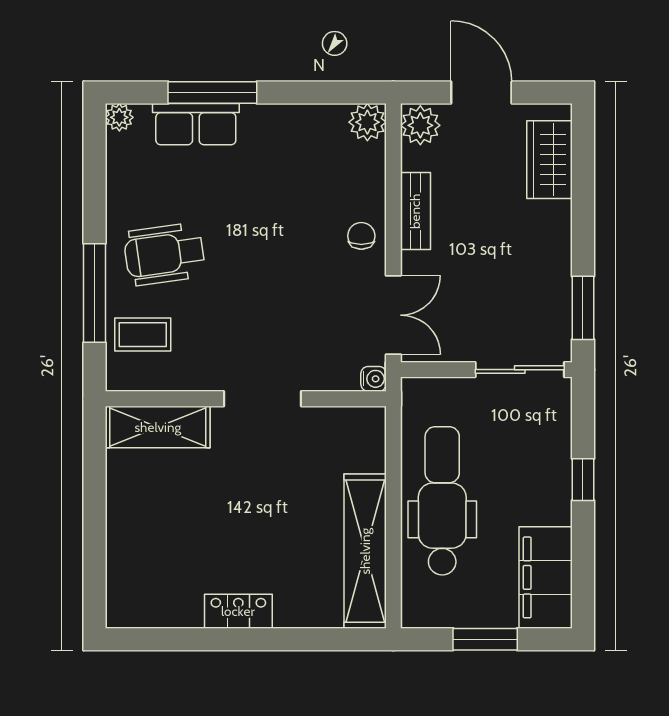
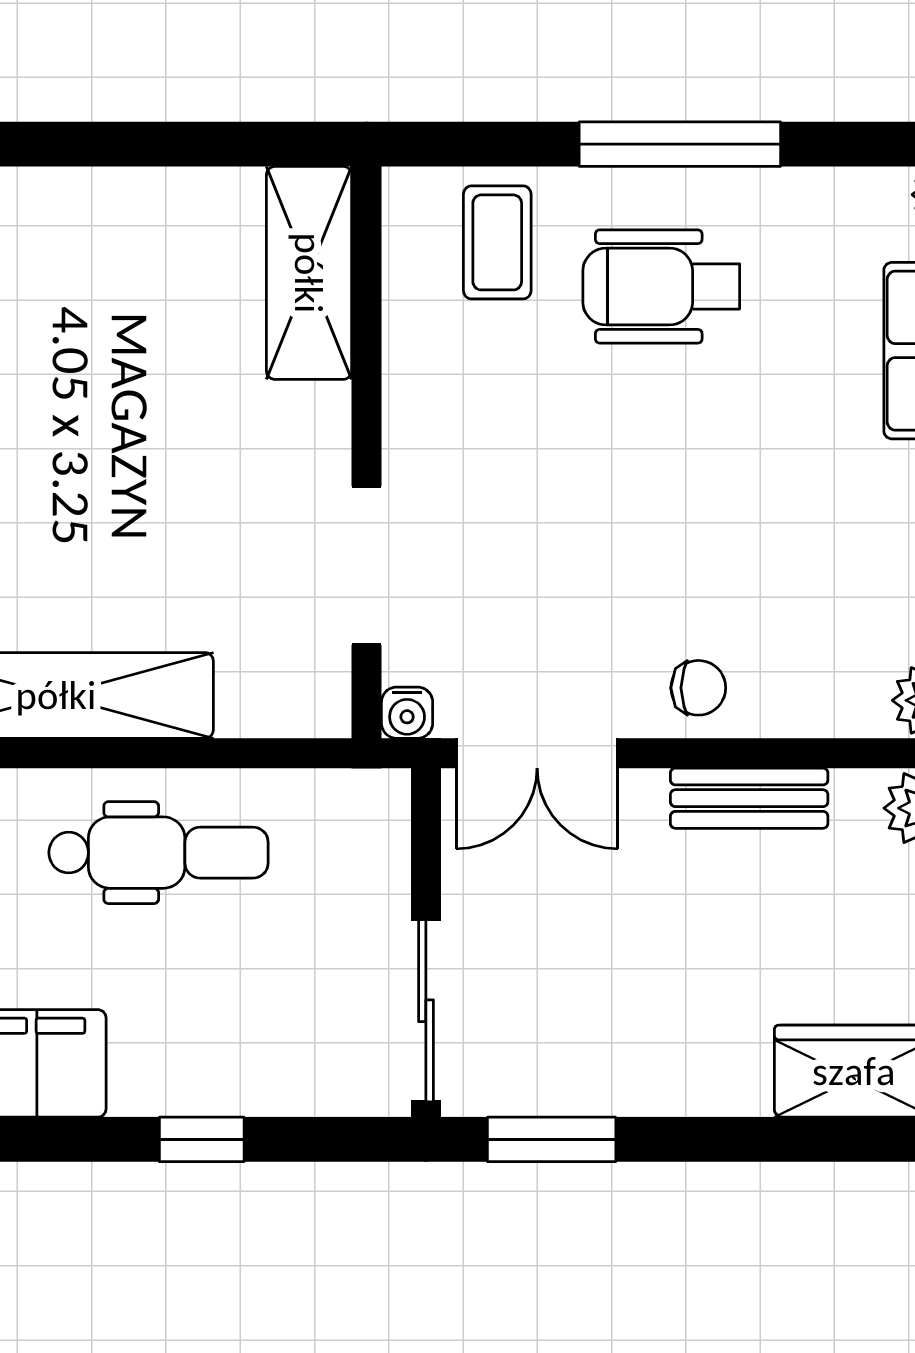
wheelchair: (164, 254) -> (661, 286), turned -82
window: (95, 293) -> (680, 144), moved
doorway: (263, 399) -> (367, 566), moved
dental chair: (442, 501) -> (159, 853), width x0.73, depth x0.72

